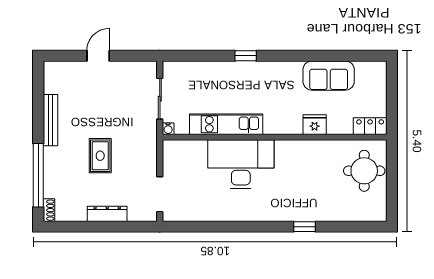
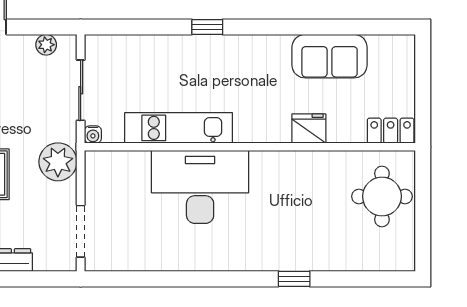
plant: (136, 68) -> (46, 45), added
plant: (144, 147) -> (58, 162), added

